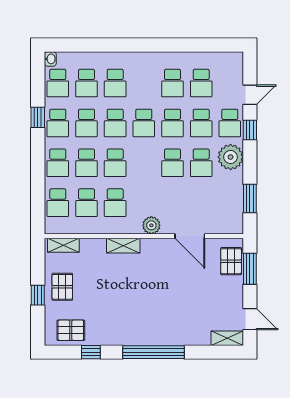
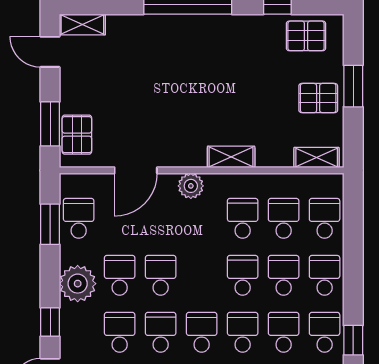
school desk: (230, 123) -> (79, 218), moved
door: (190, 236) -> (136, 170), swing flipped
pallet: (62, 287) -> (318, 98), turned 90
window: (38, 295) -> (353, 86), width x1.50

